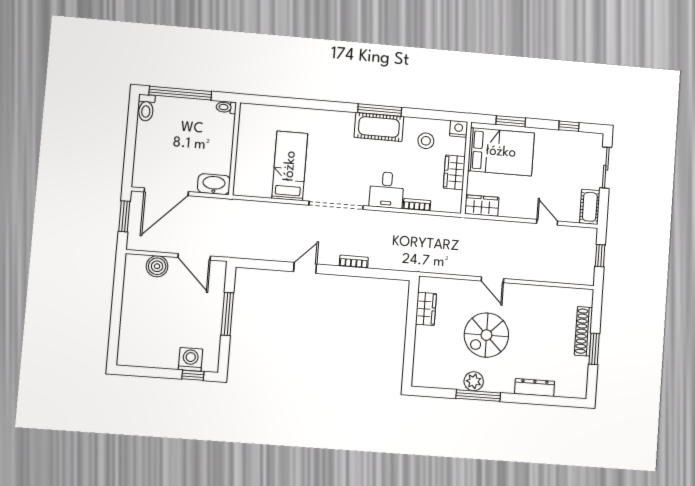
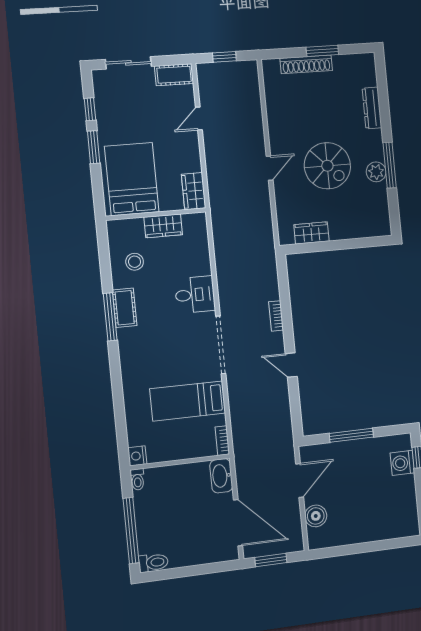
window: (511, 121) -> (94, 147), moved
cot: (379, 127) -> (125, 308), width x0.73, depth x0.75
nightstand: (459, 129) -> (137, 456), moved
bookcase: (417, 205) -> (222, 441), moved

